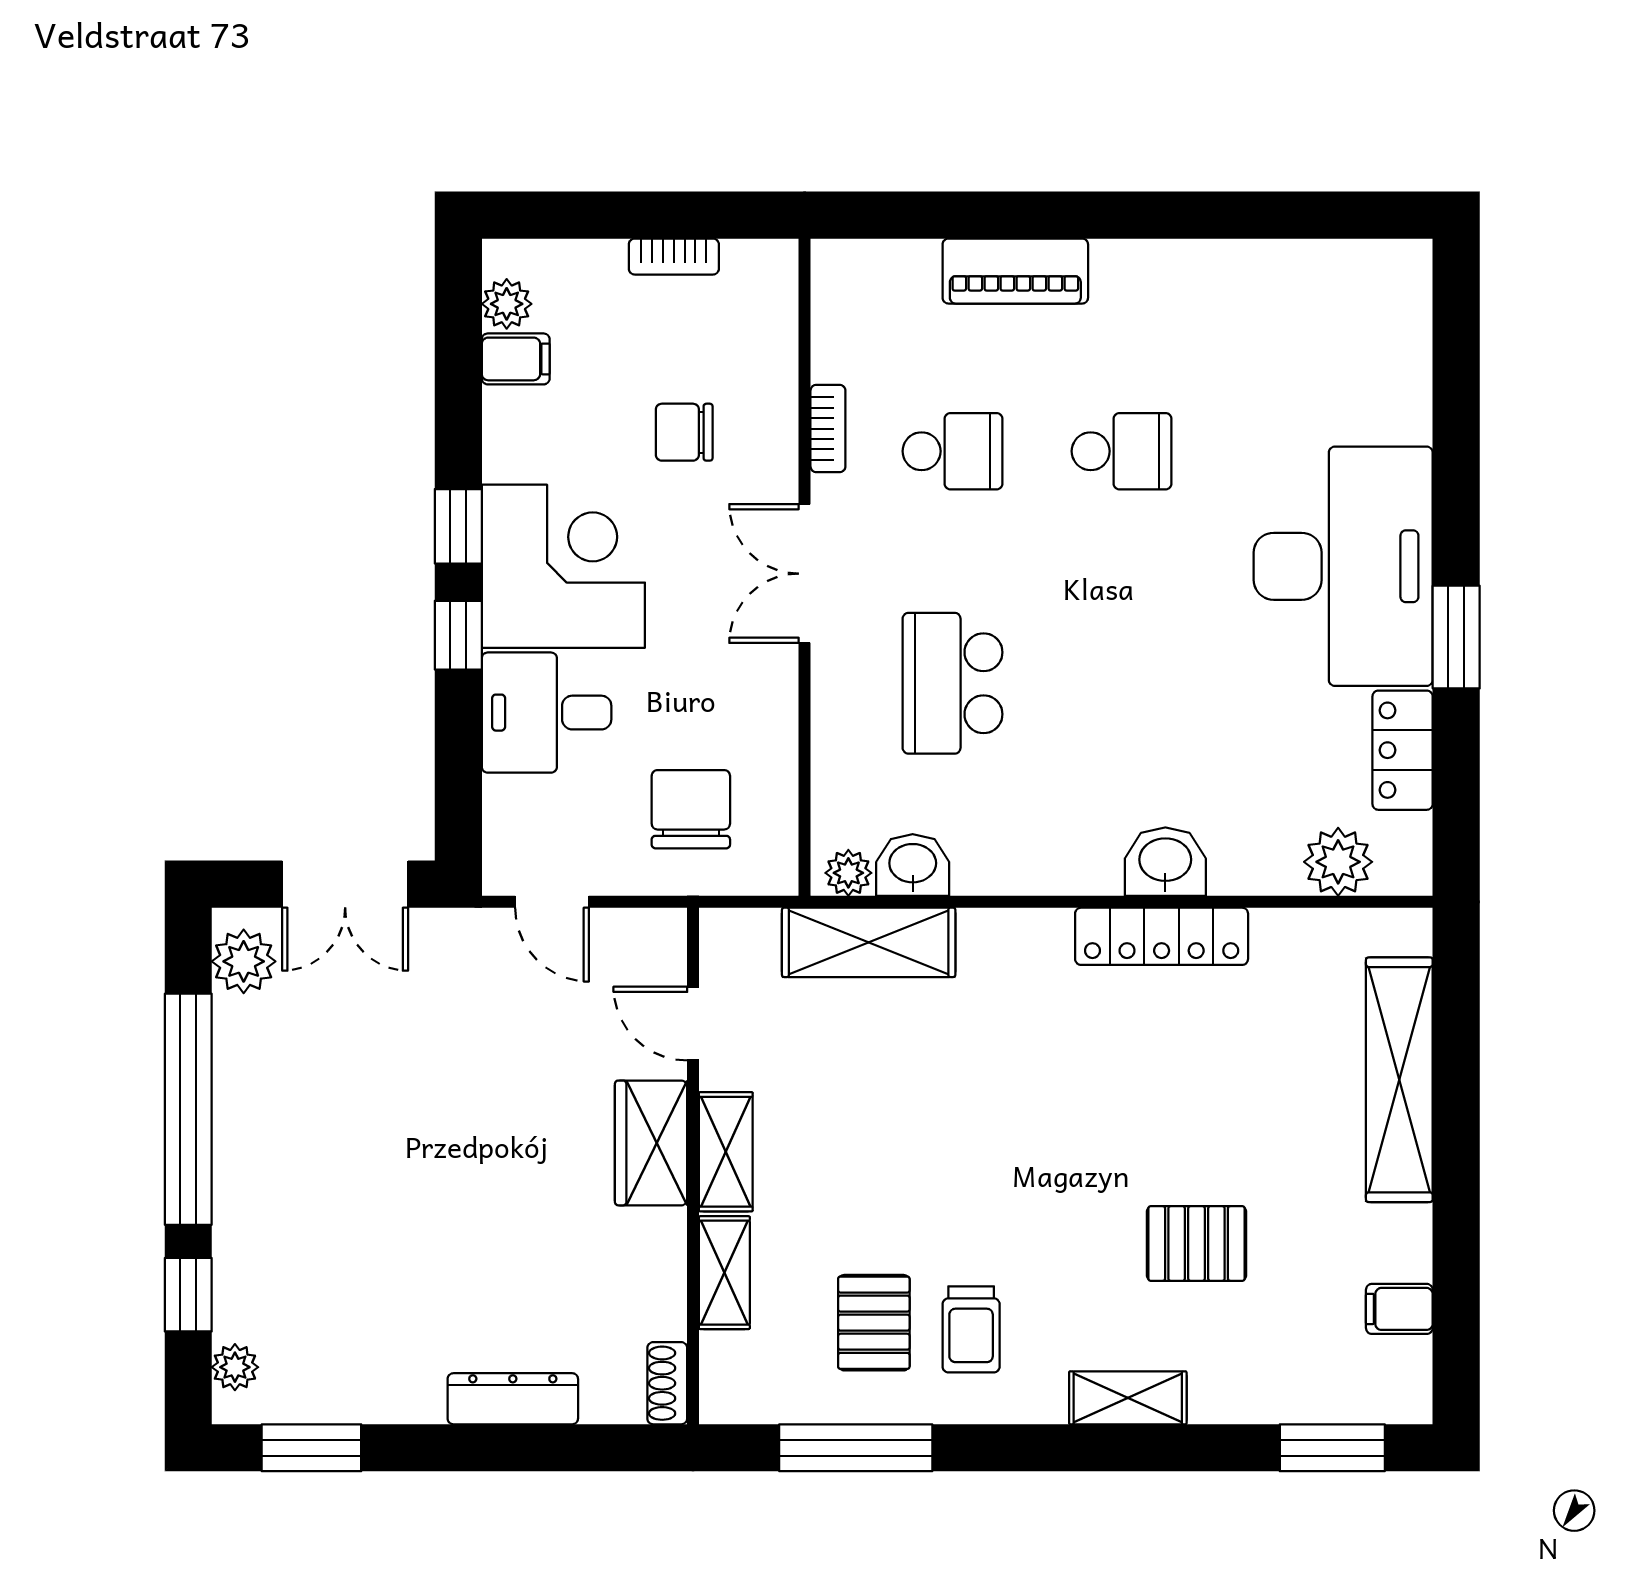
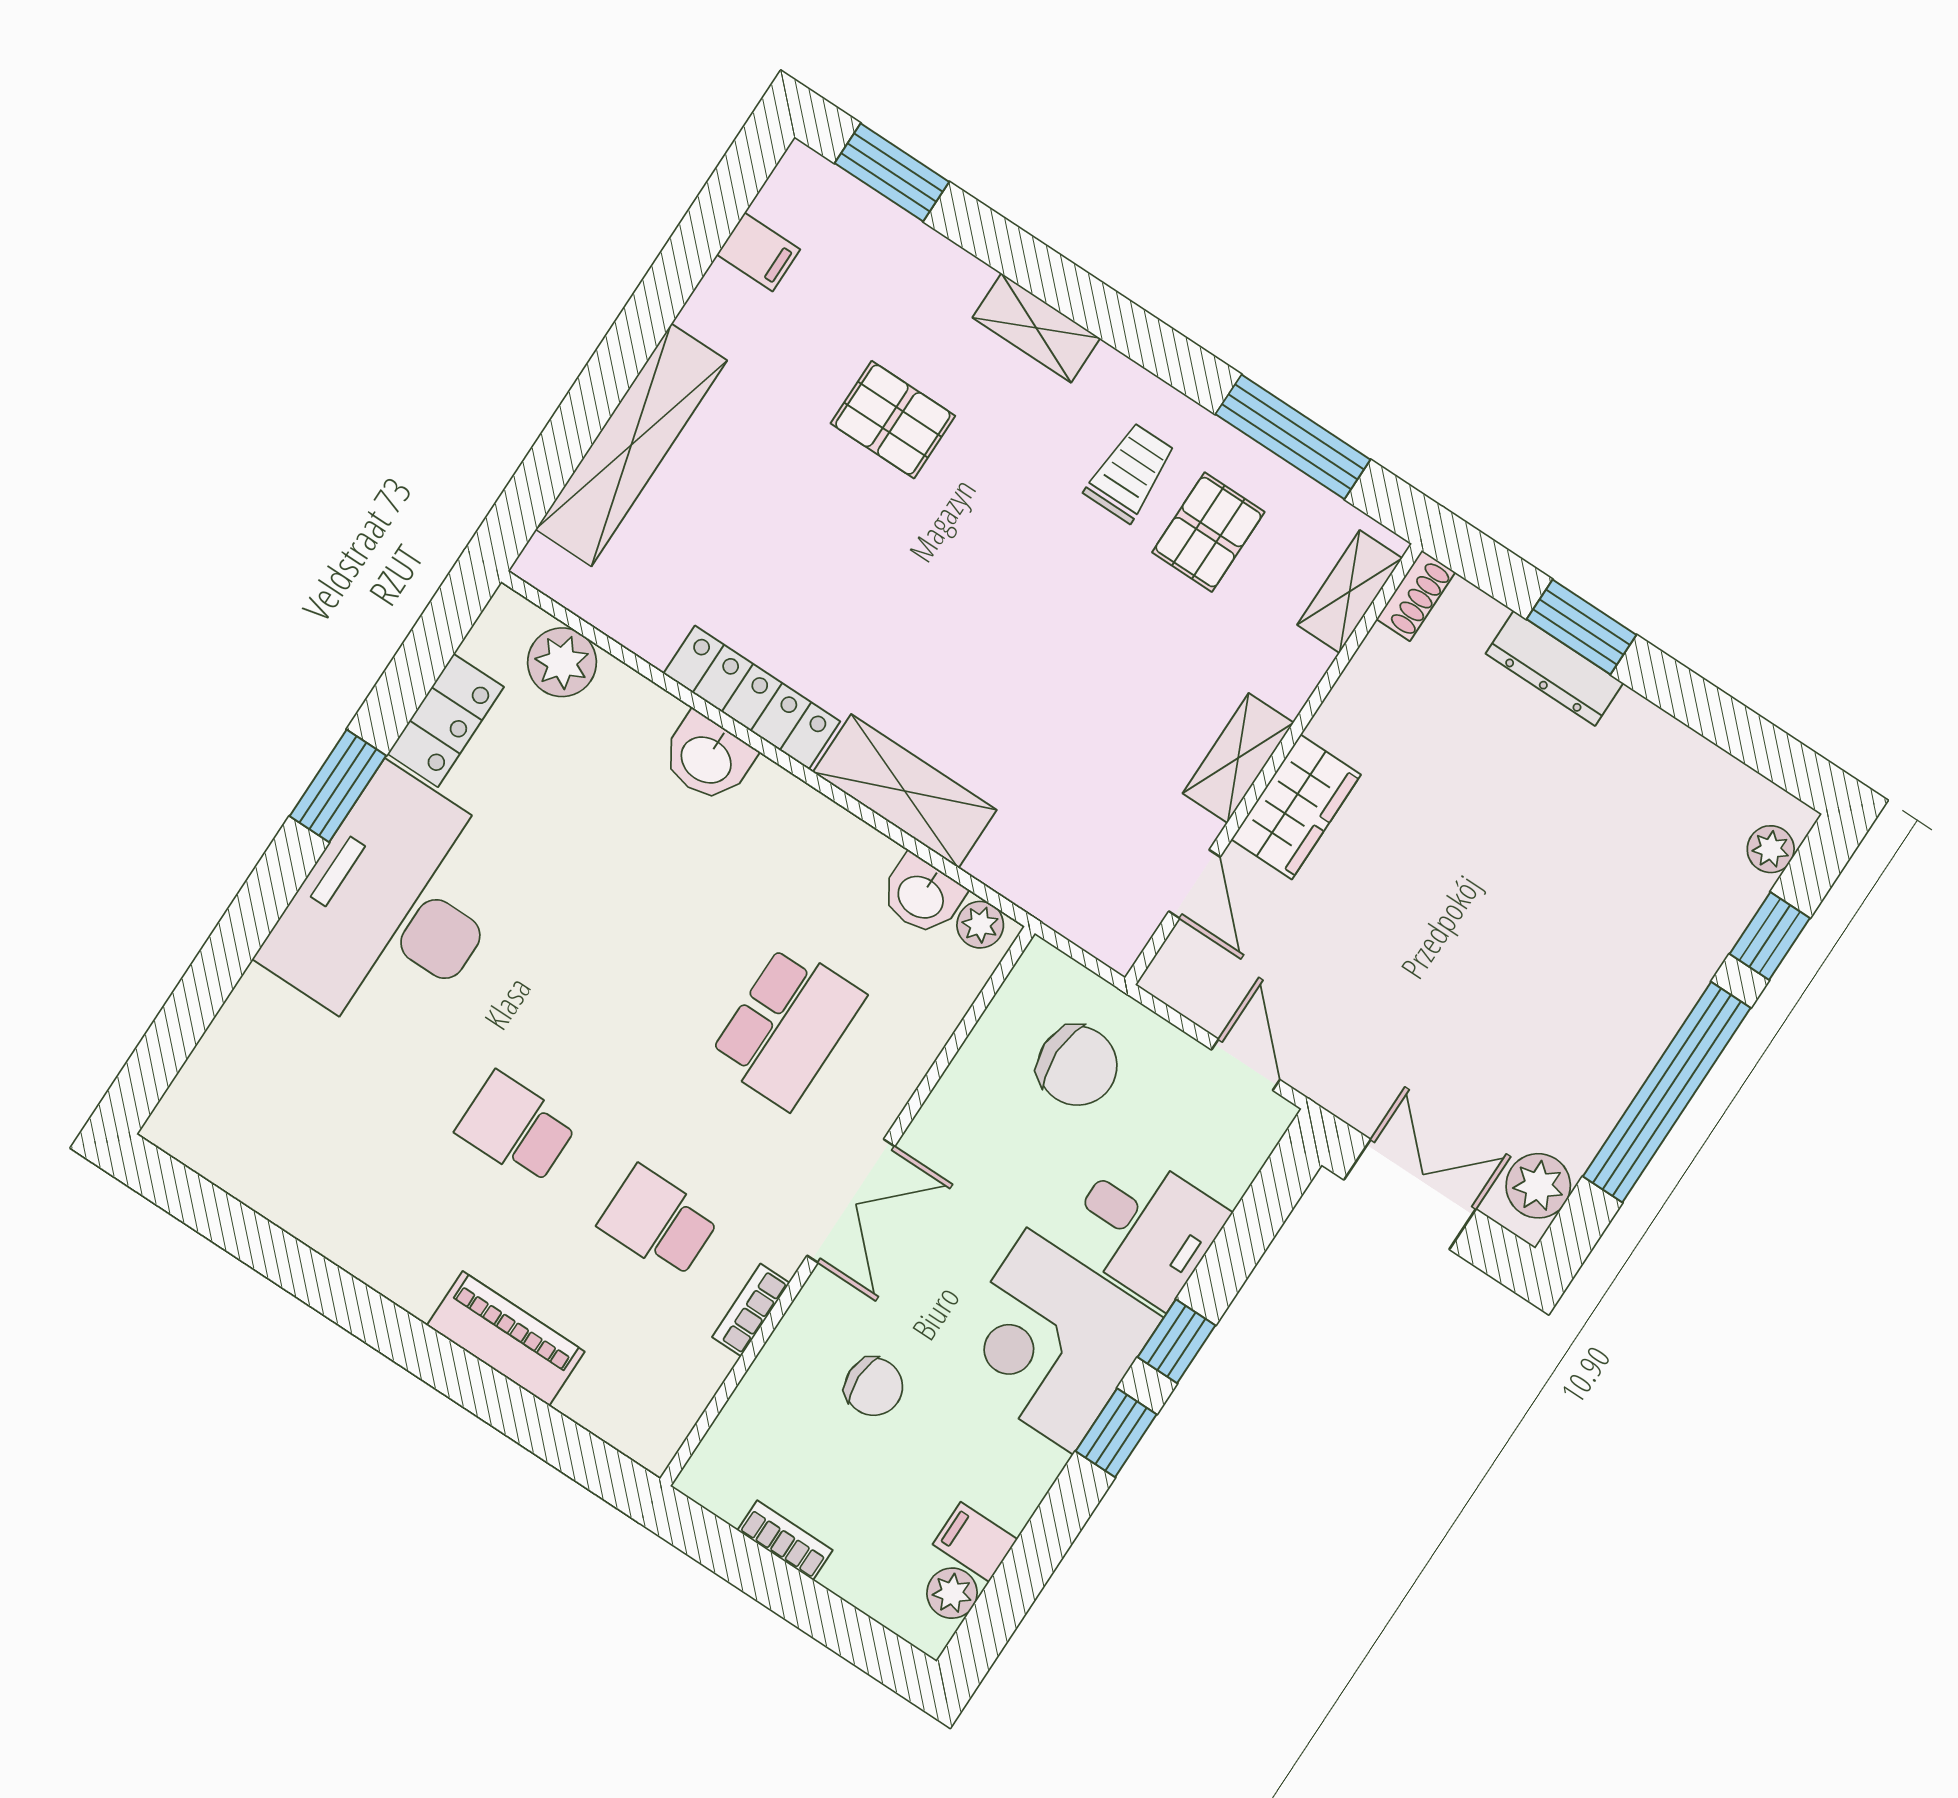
chair: (691, 809) -> (1077, 1066), turned -90
shelving: (869, 942) -> (905, 791), moved
shelving: (724, 1273) -> (1350, 592), moved
window: (311, 1448) -> (1581, 627), moved

